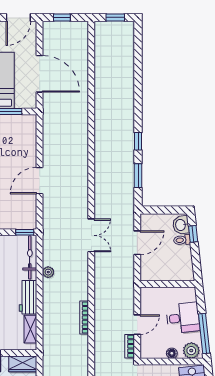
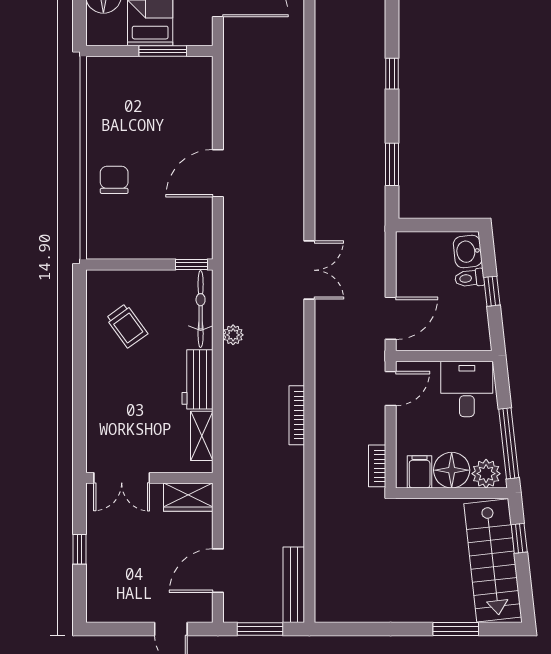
window: (138, 141) -> (392, 74), moved
window: (193, 234) -> (492, 291), moved
door: (137, 243) -> (391, 318), moved
desk: (183, 318) -> (467, 389), moved, turned -84
door: (137, 325) -> (391, 389), moved
filing cabinet: (154, 350) -> (420, 472), added
floor lamp: (172, 353) -> (452, 470), width x1.89, depth x1.89

